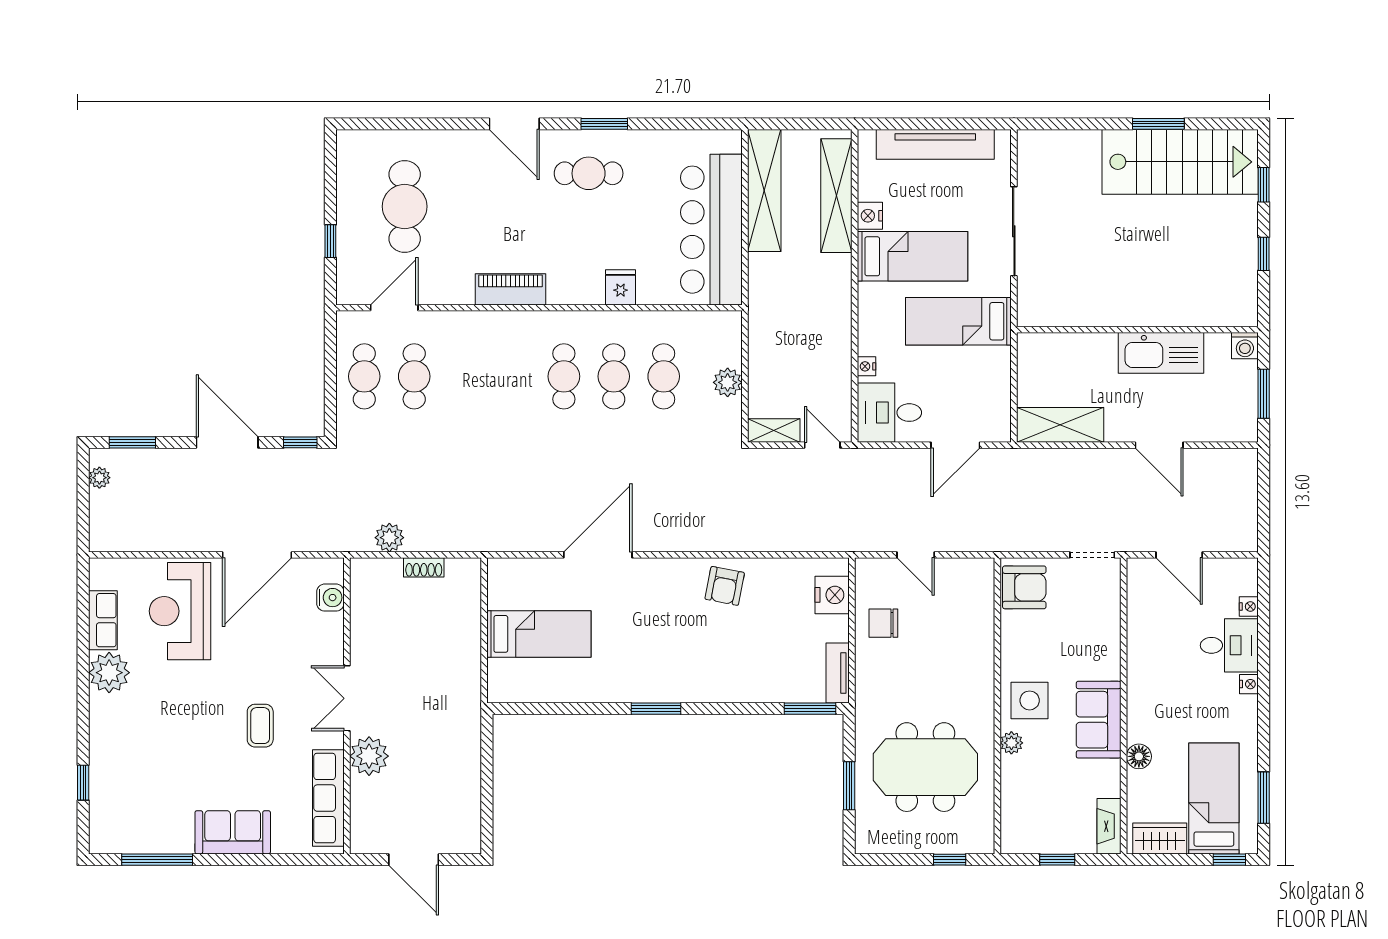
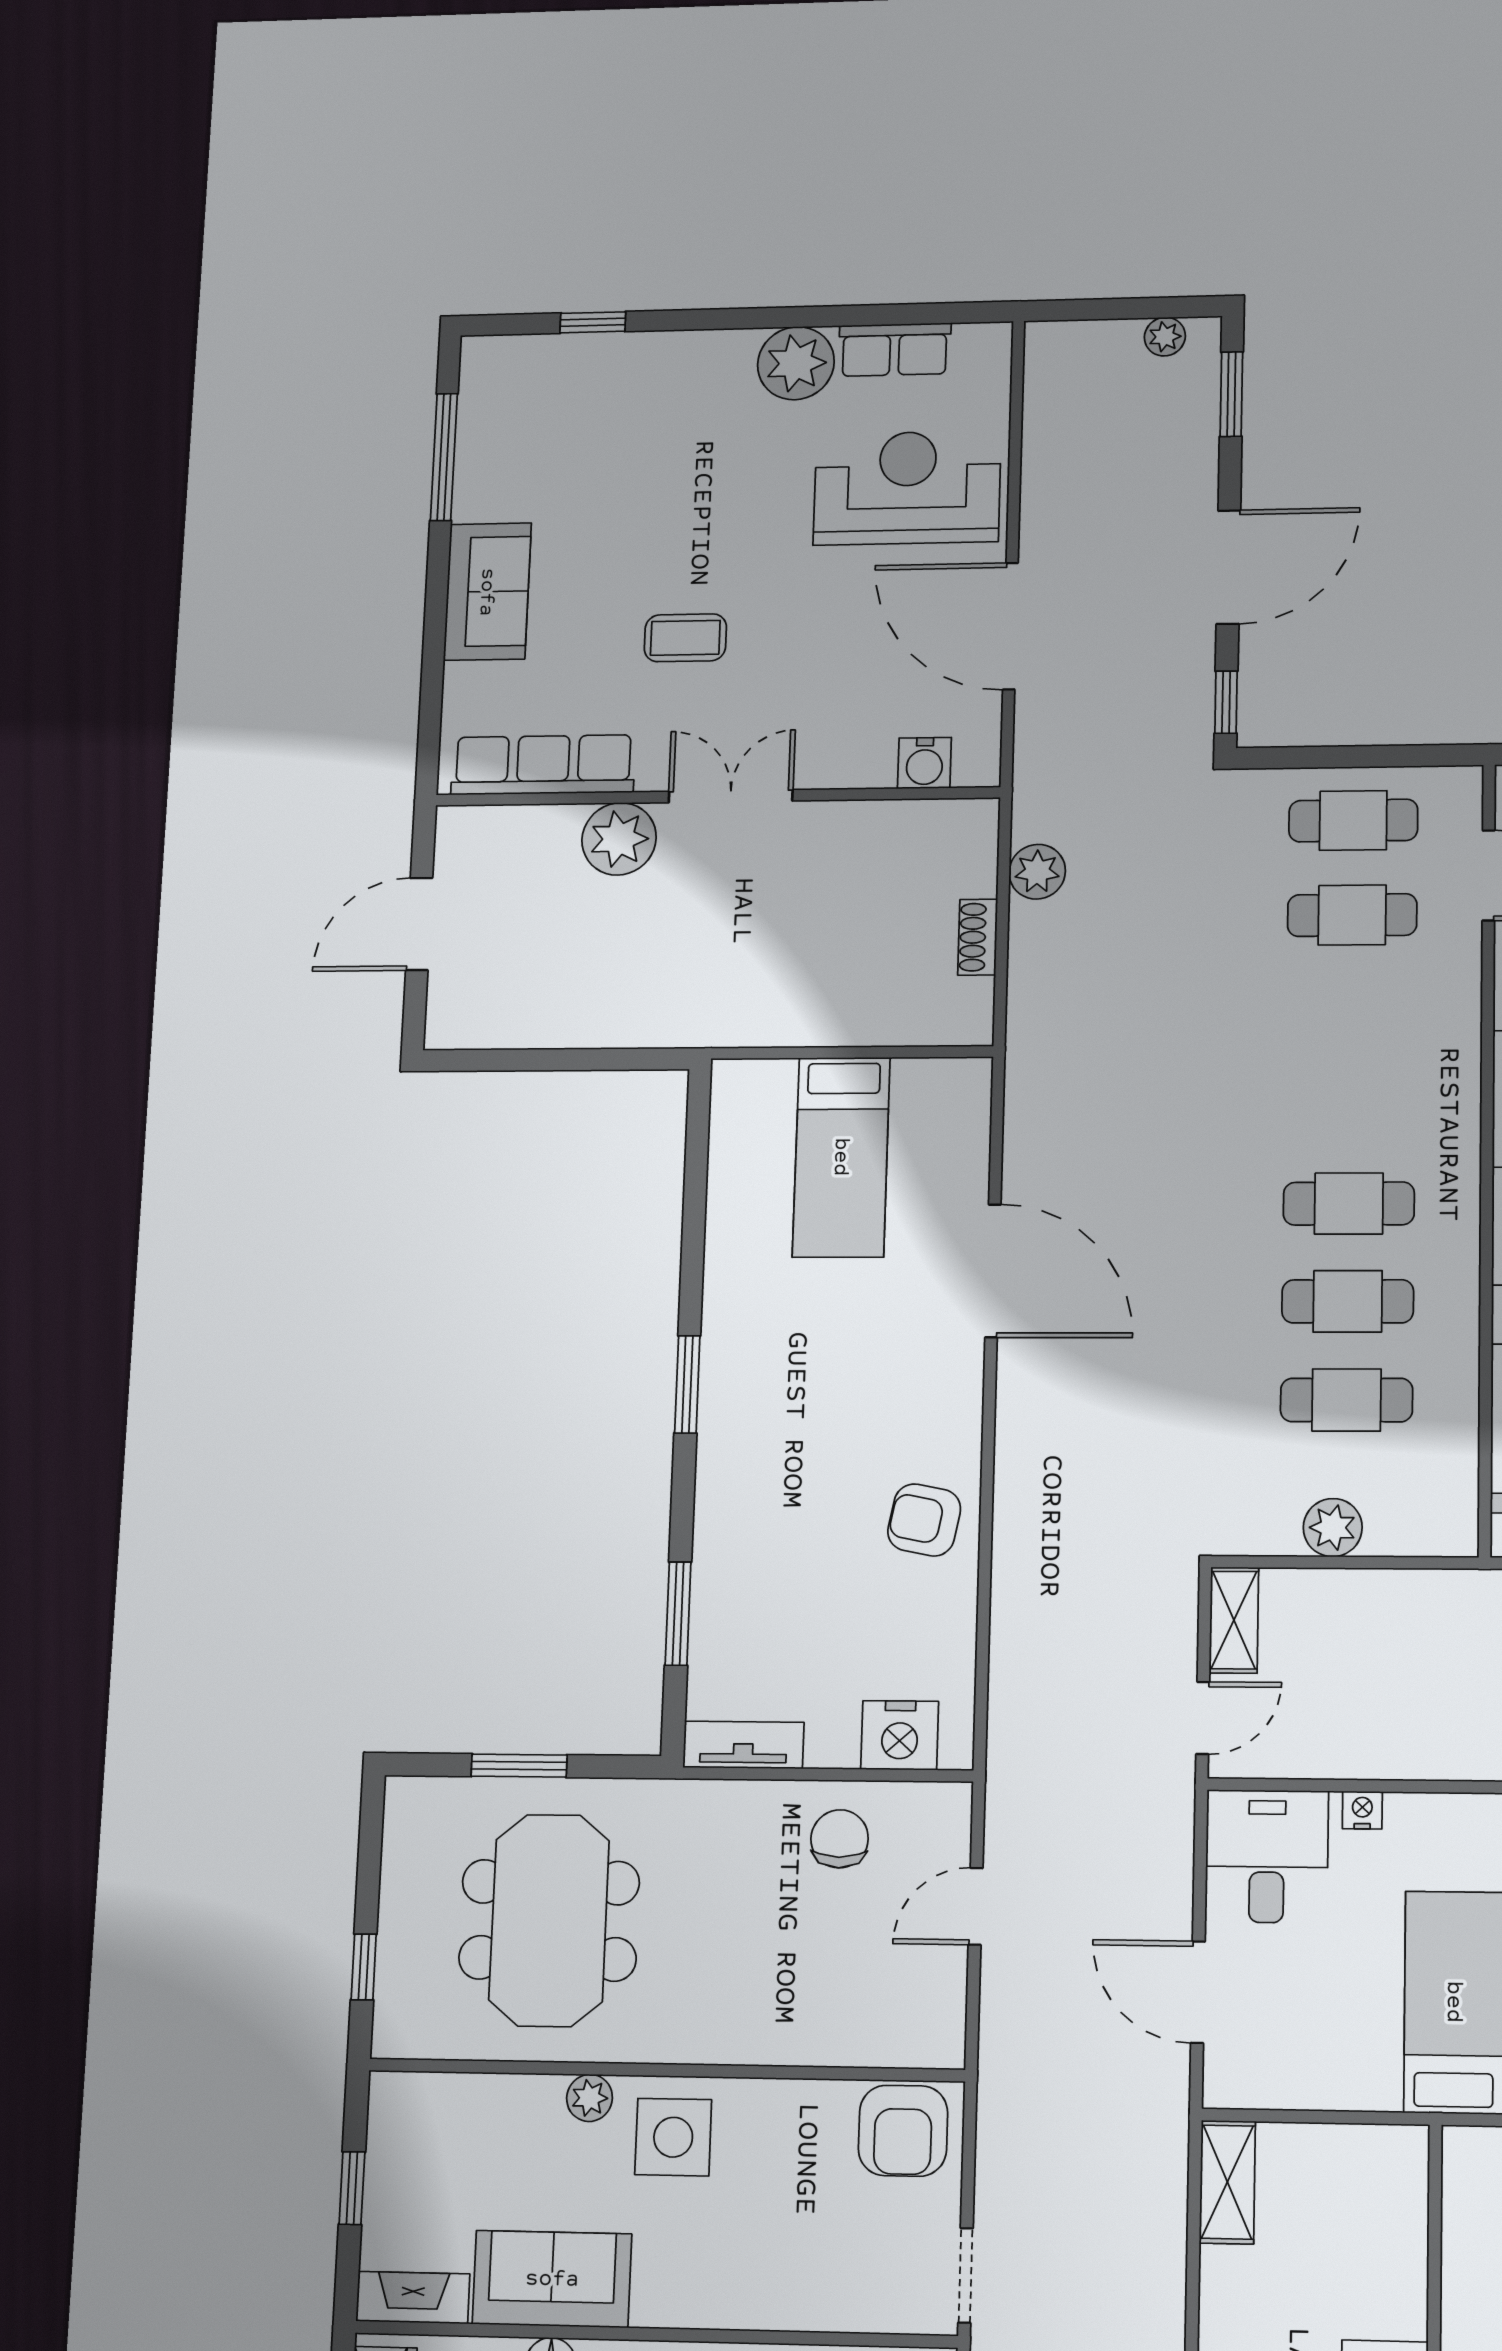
shelving: (1060, 425) -> (1227, 2182), width x0.67, depth x0.75
window: (810, 709) -> (678, 1614), moved
sofa: (1099, 720) -> (552, 2279), moved

